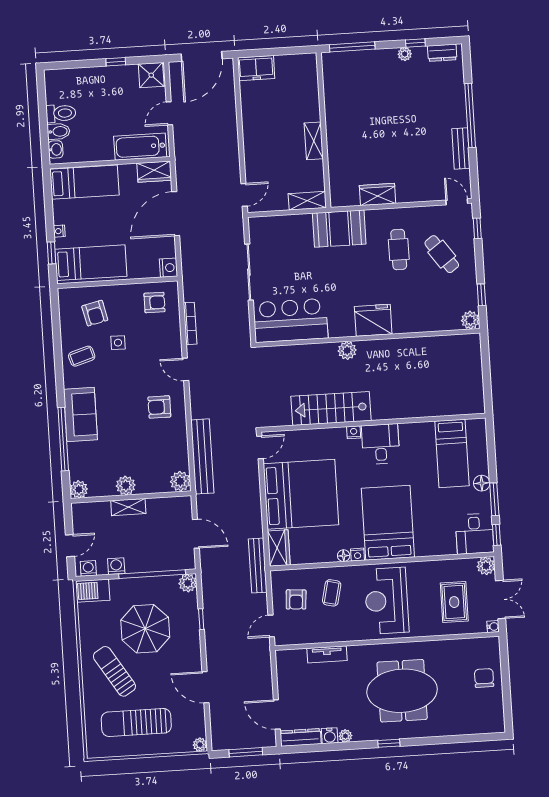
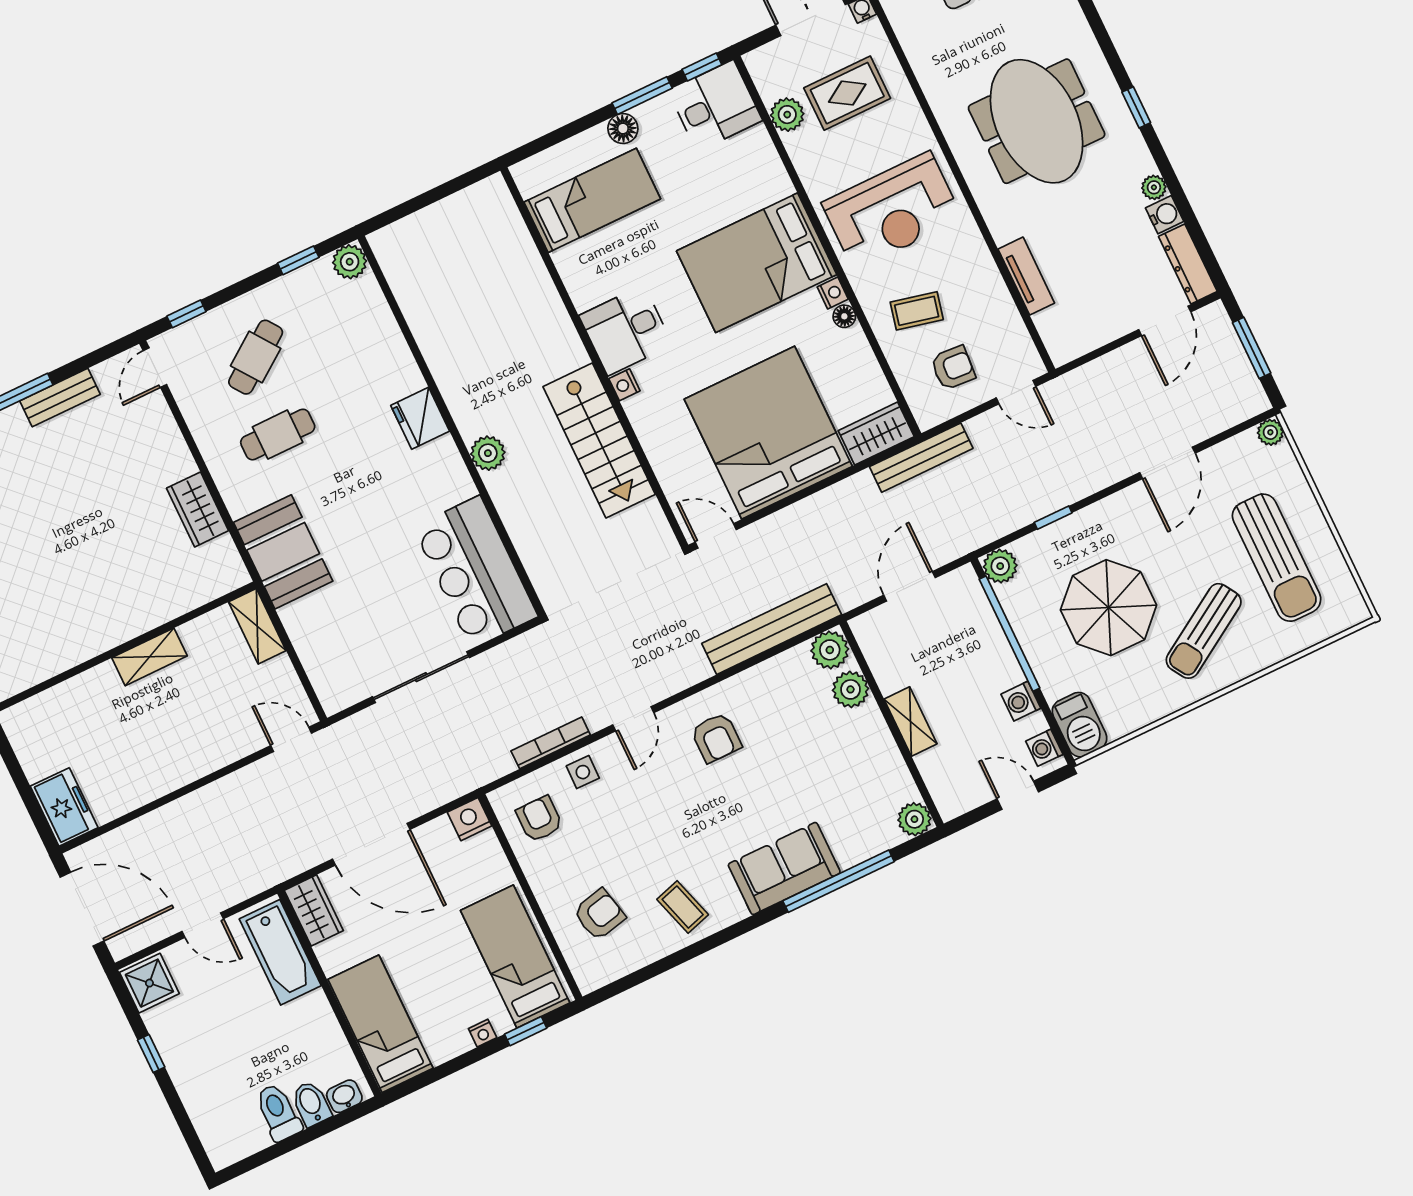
fridge: (373, 320) -> (420, 418), width x0.73, depth x0.75
side table: (118, 343) -> (583, 772), moved
plant: (126, 486) -> (850, 689), moved
plant: (486, 566) -> (787, 115), moved

